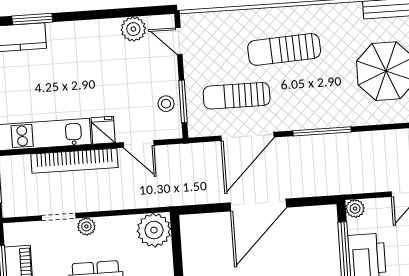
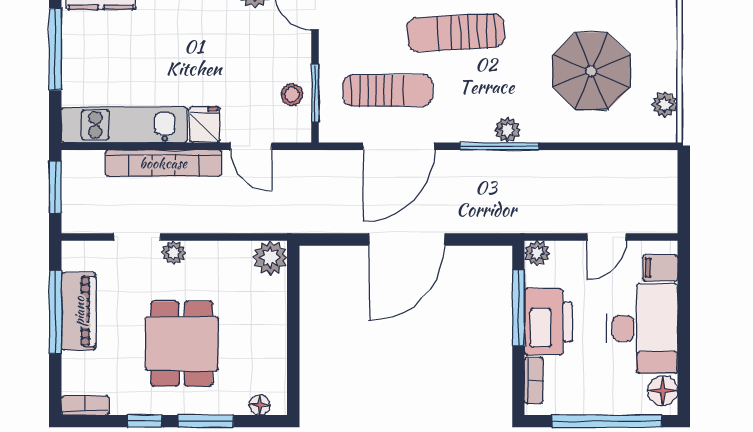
sun lounger: (237, 96) -> (388, 91), turned 180
plant: (327, 119) -> (507, 130), added
plant: (154, 230) -> (270, 258), width x0.73, depth x0.73

